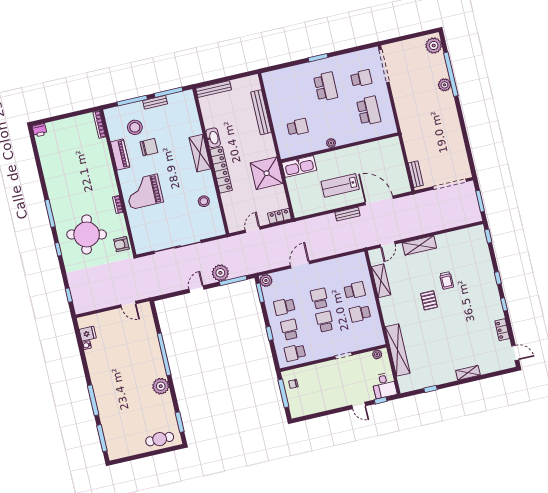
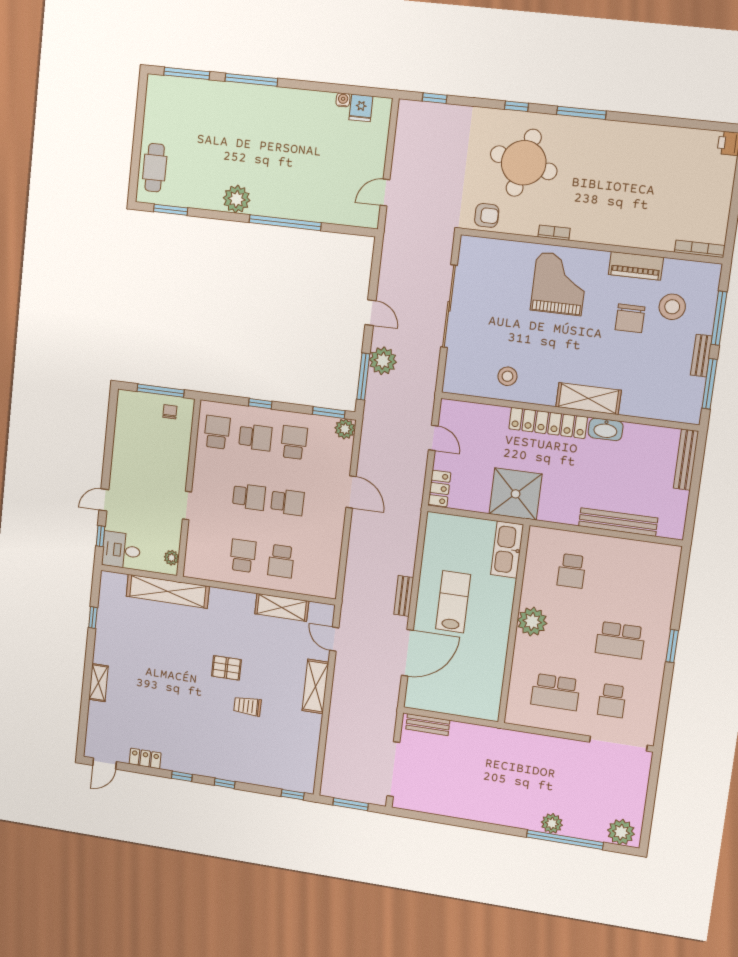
plant: (331, 143) -> (532, 622), width x1.88, depth x1.88
armchair: (121, 244) -> (487, 215), turned 90

